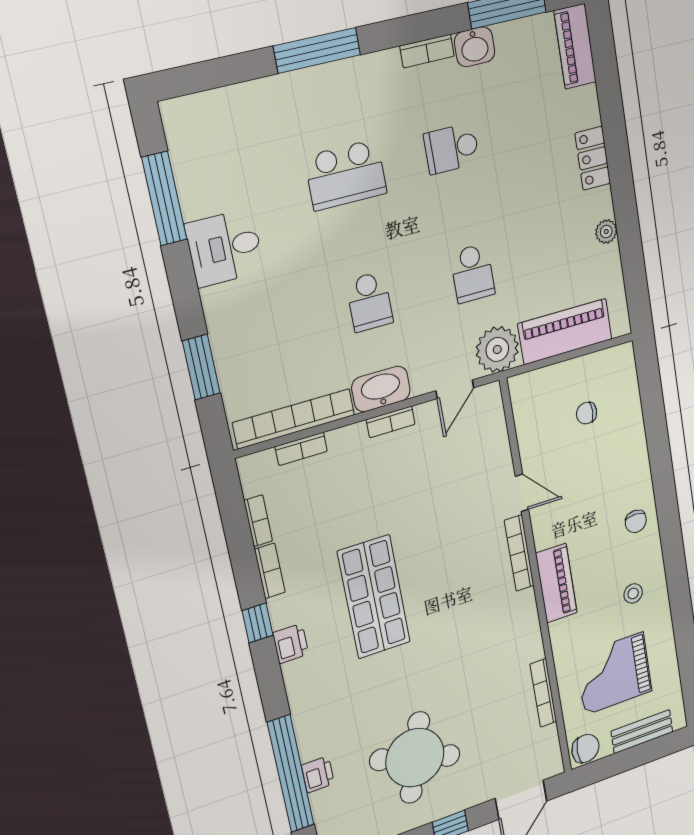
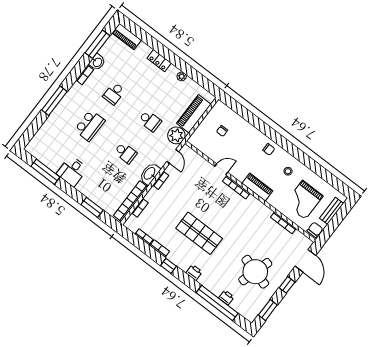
printer: (291, 644) -> (194, 272), moved

